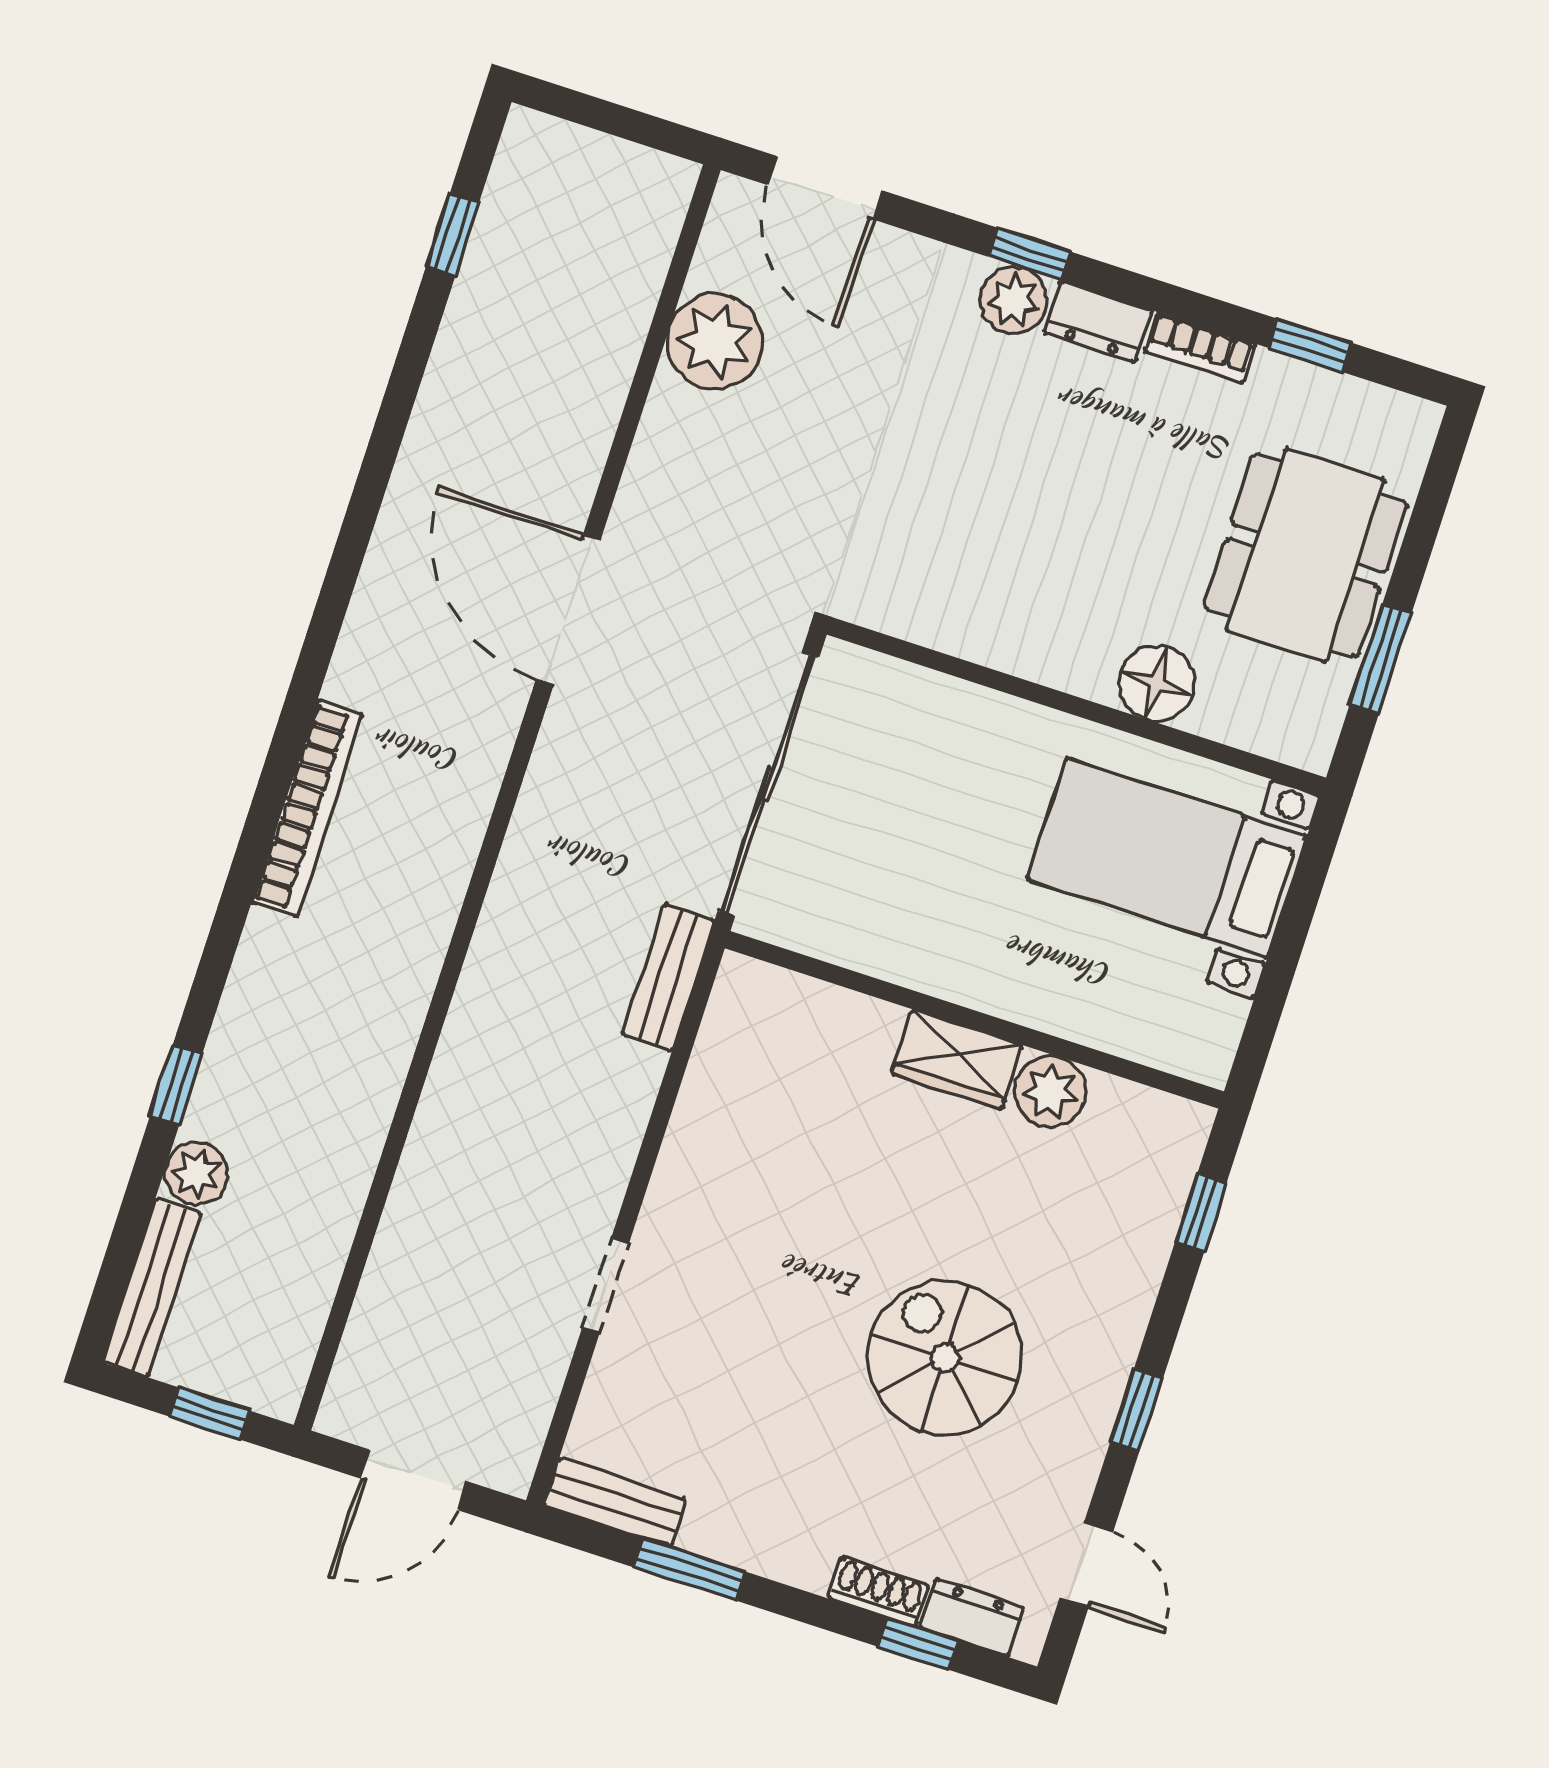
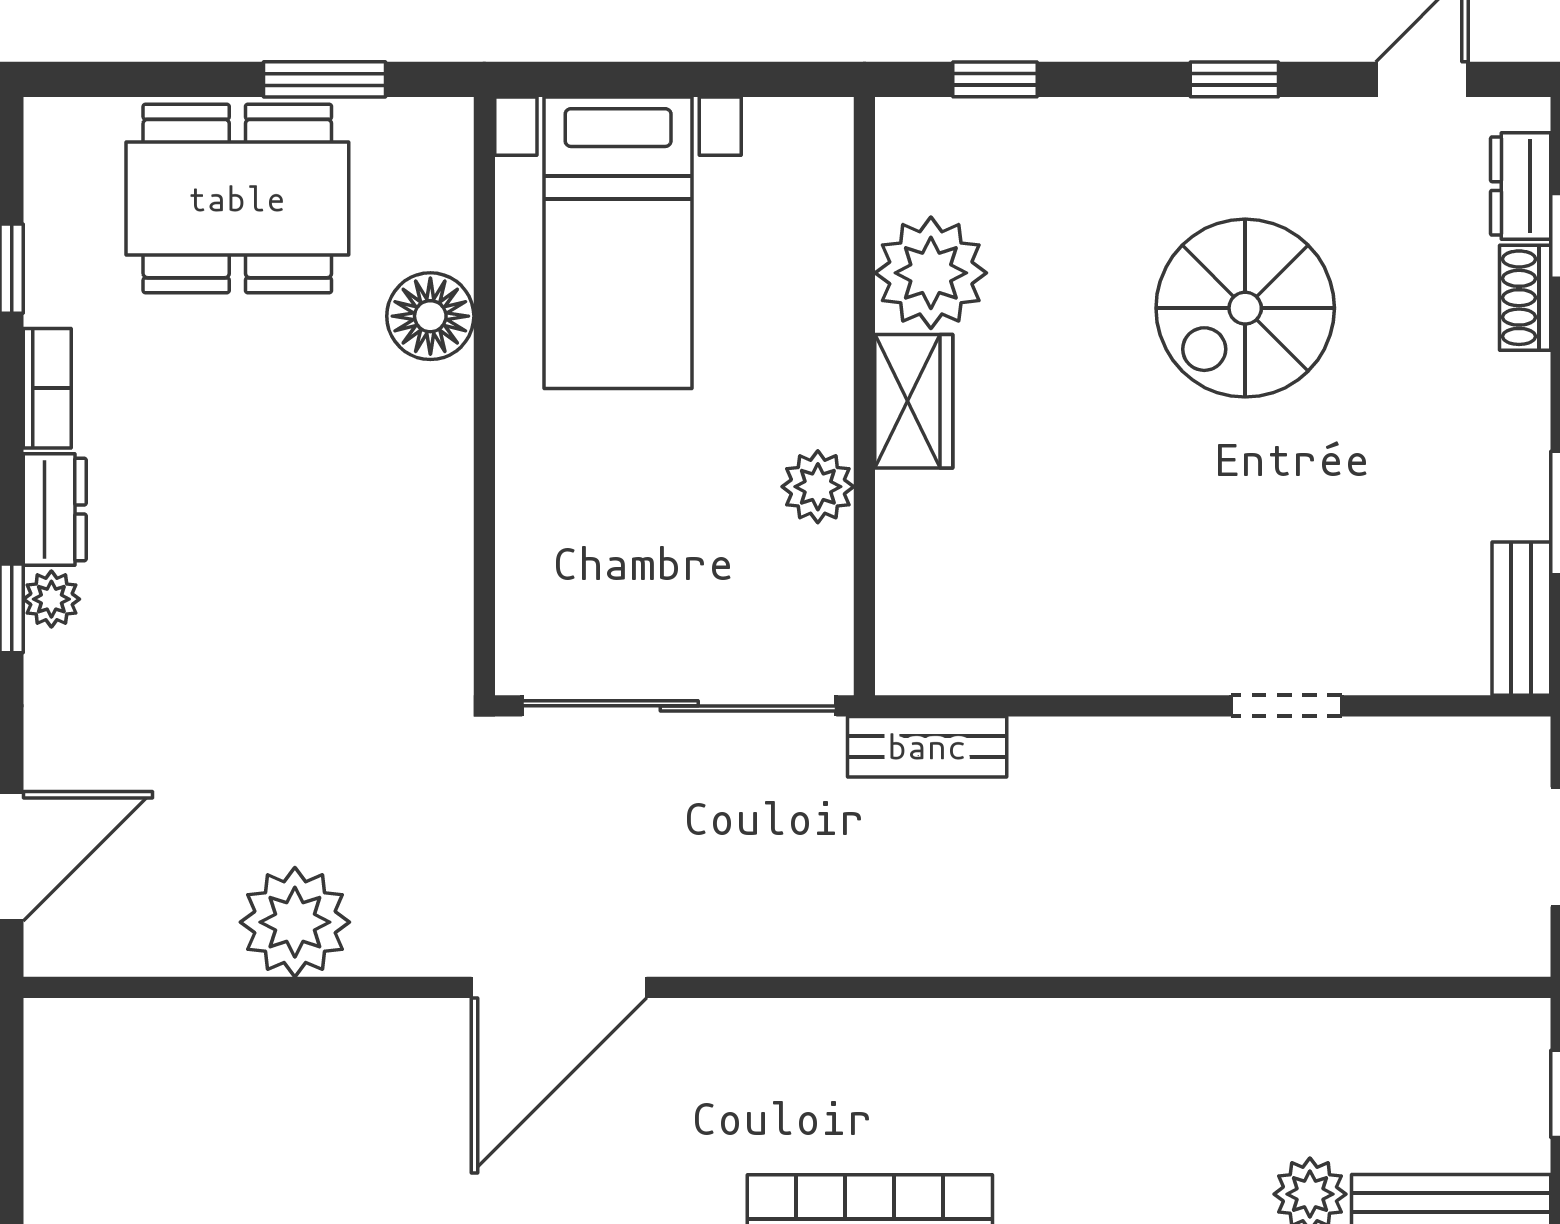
plant: (1013, 300) -> (51, 599), width x0.73, depth x0.73
plant: (715, 341) -> (295, 922), moved
plant: (912, 957) -> (818, 487), added
plant: (1050, 1091) -> (931, 273), width x1.36, depth x1.36

